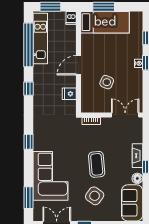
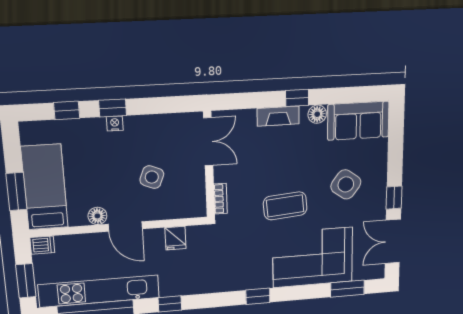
kitchen unit: (40, 38) -> (99, 291), width x1.36
floor lamp: (86, 50) -> (97, 216), added
double door: (125, 115) -> (208, 142), swing flipped
coffee table: (97, 164) -> (285, 206), moved

